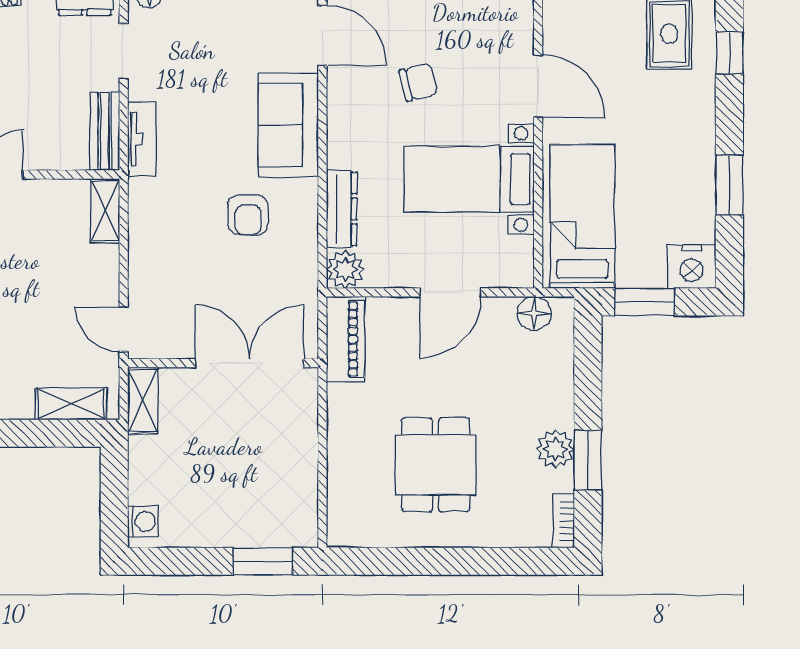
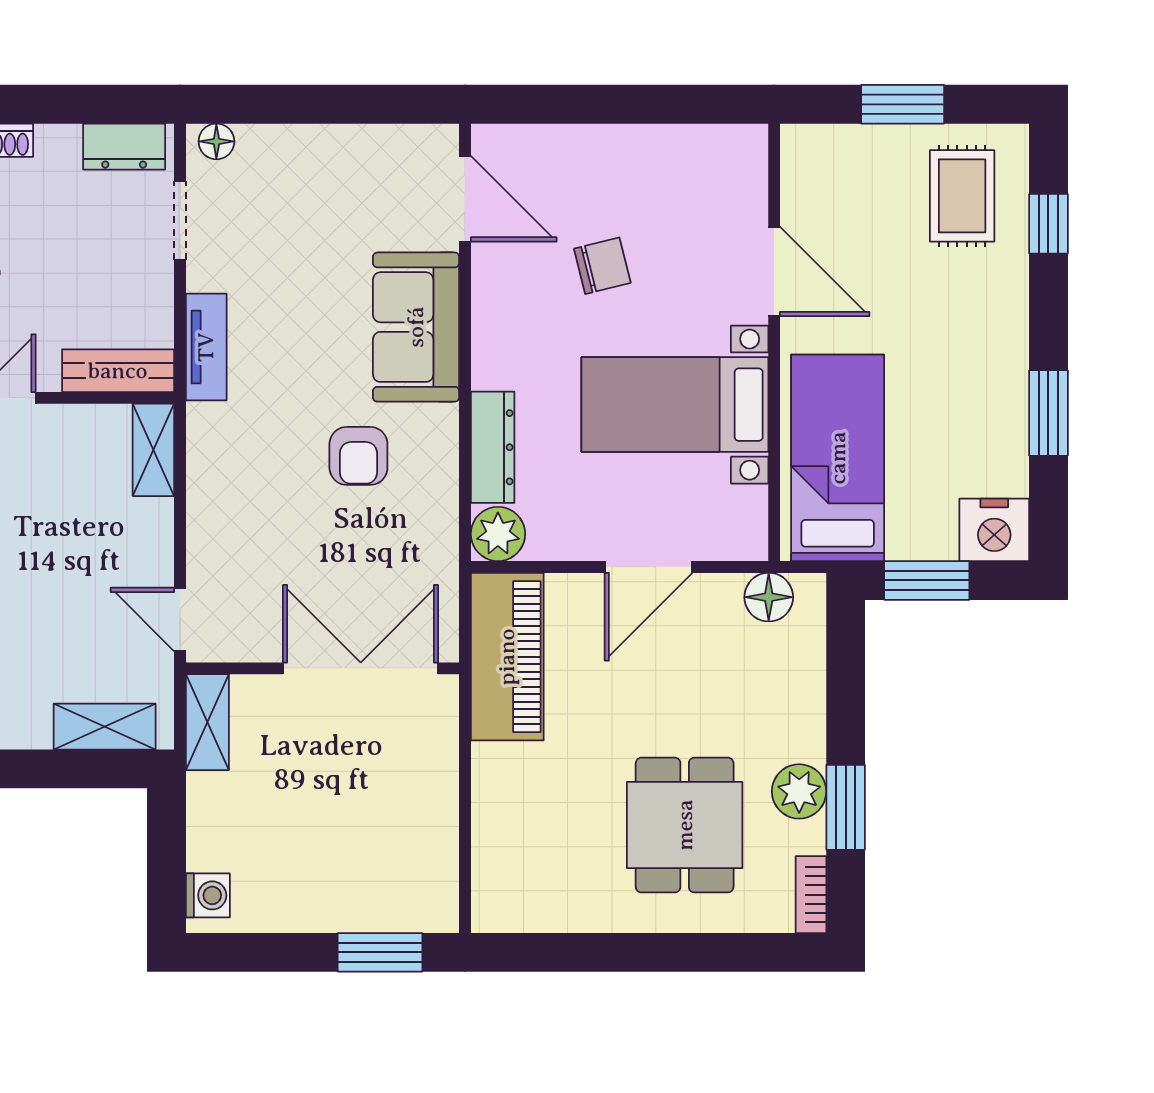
bench: (105, 131) -> (118, 371), moved, turned 90
piano: (346, 339) -> (507, 657), width x1.37, depth x1.33
dining table: (436, 465) -> (685, 825), moved

